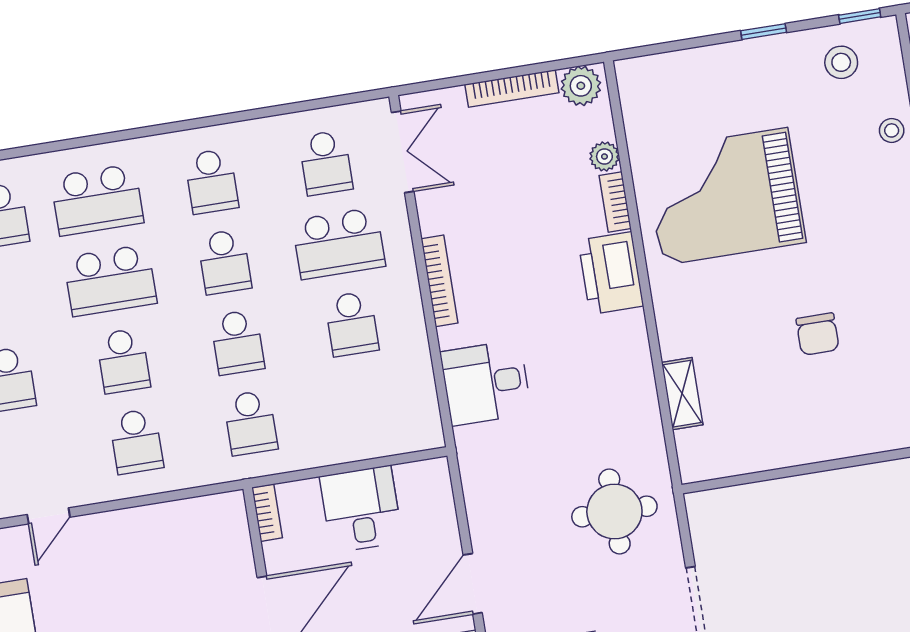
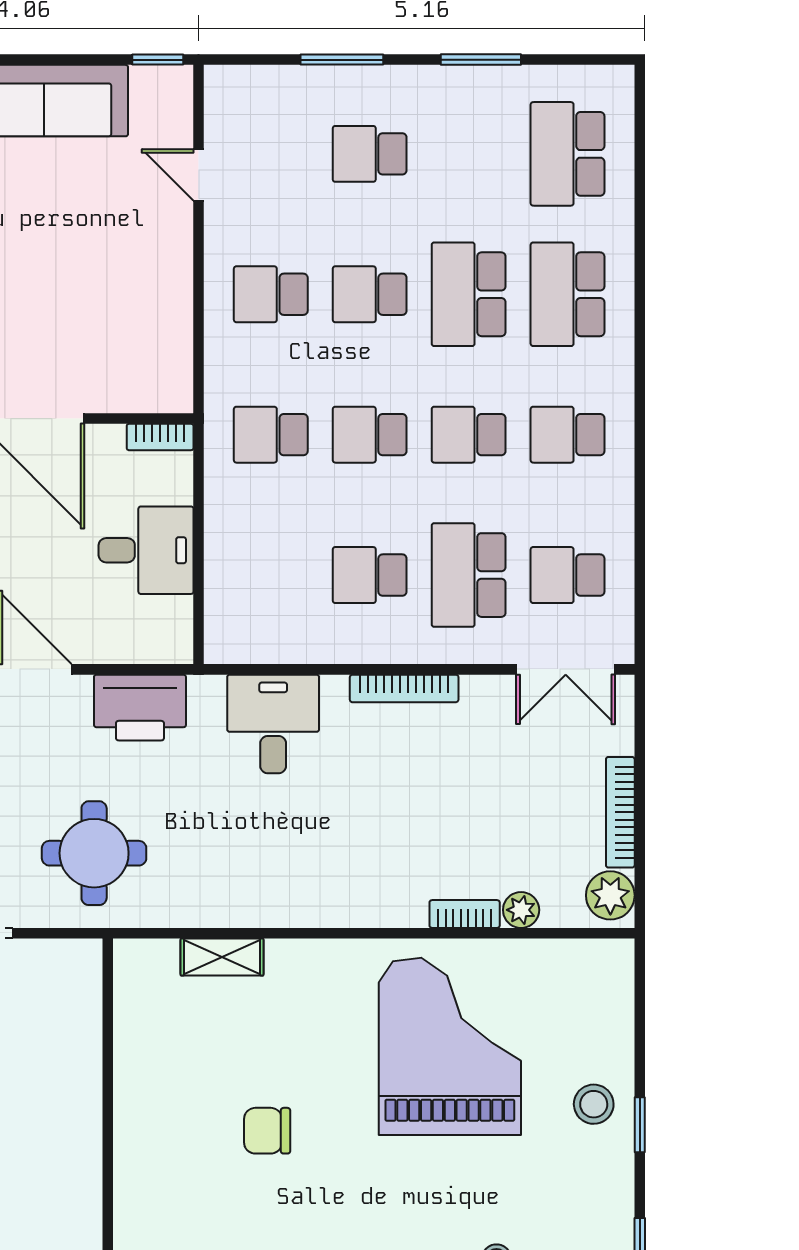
stool: (841, 62) -> (594, 1104), moved
printer: (611, 273) -> (140, 708), moved, turned 180

